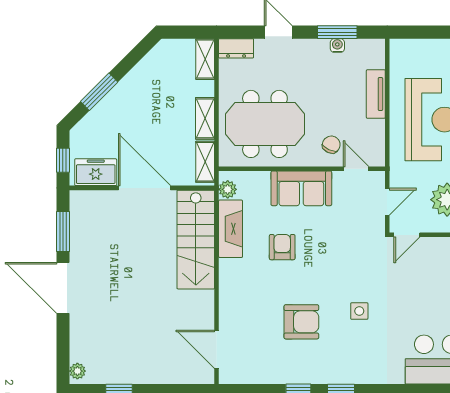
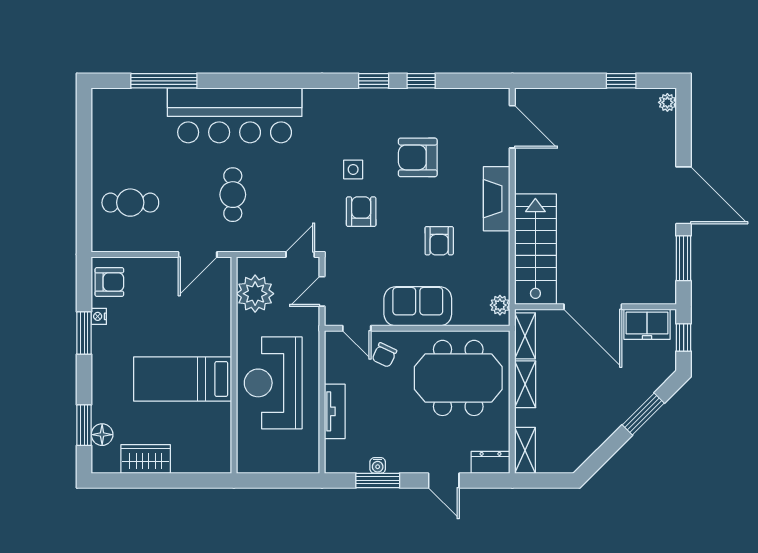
fireplace: (231, 229) -> (497, 199), moved
armchair: (352, 273) -> (361, 212), added

